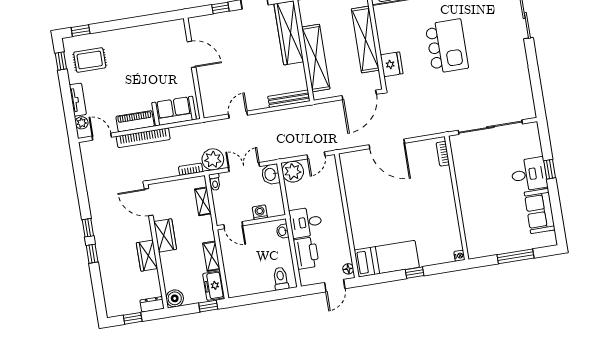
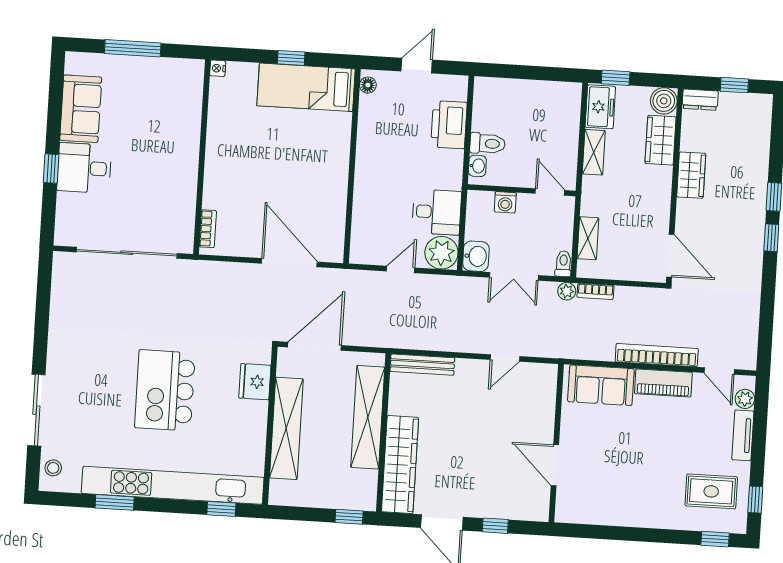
plant: (213, 159) -> (567, 291), width x0.53, depth x0.53
wall: (347, 216) -> (352, 166), moved
desk: (306, 222) -> (437, 212), moved
wardrobe: (165, 235) -> (661, 140), moved
bed: (387, 259) -> (306, 87), moved
floor lamp: (348, 269) -> (368, 85), moved
toilet: (281, 279) -> (487, 144), moved, turned -90

